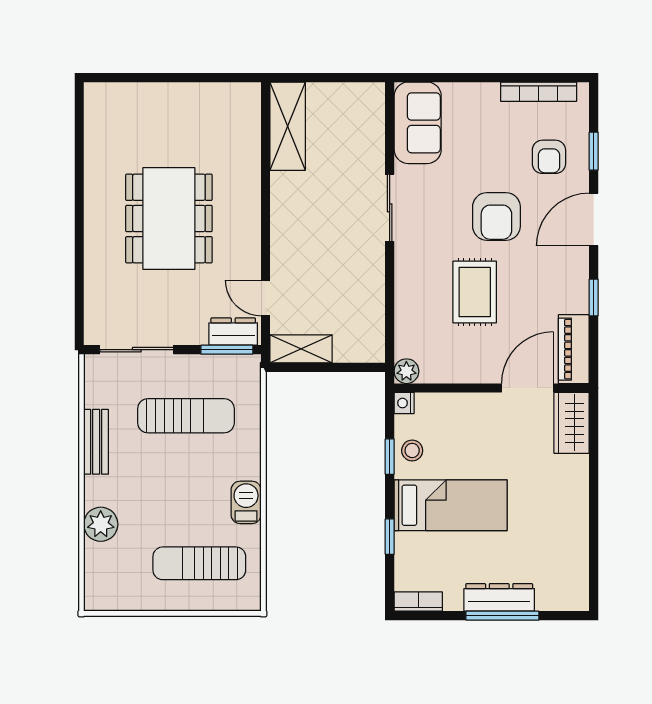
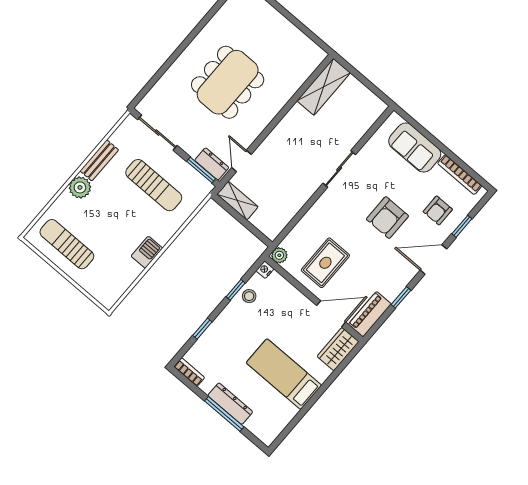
sofa: (418, 123) -> (415, 148), moved, turned 90
rug: (475, 292) -> (325, 263), moved
bed: (451, 505) -> (284, 374), moved, turned 180
plant: (101, 524) -> (80, 187), moved
sun lounger: (199, 563) -> (67, 244), moved

